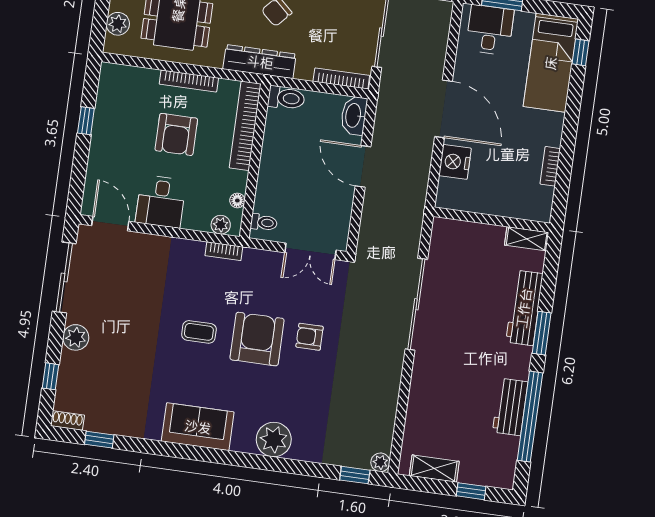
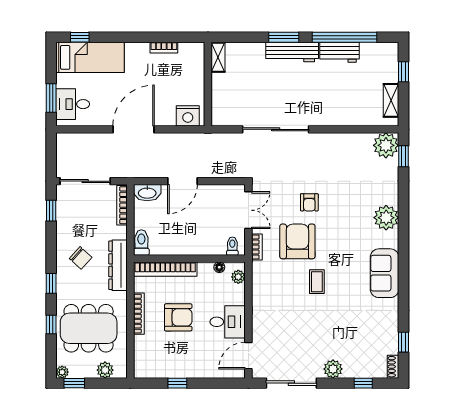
nightstand: (455, 162) -> (188, 116), moved
bookcase: (224, 251) -> (257, 247), moved
workbench: (524, 308) -> (292, 52), moved
armchair: (257, 339) -> (297, 241), moved, turned 90
plant: (380, 462) -> (386, 145), width x1.88, depth x1.88

